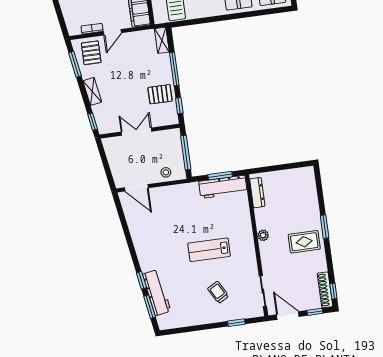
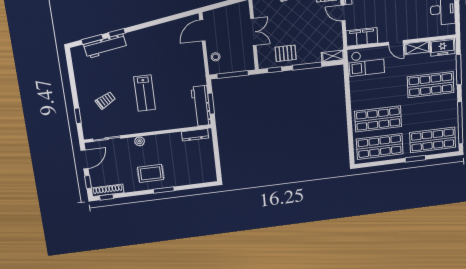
pallet: (160, 94) -> (286, 53), turned 90
plant: (263, 235) -> (140, 141), moved
rug: (304, 242) -> (151, 173), turned 90
lab bench: (209, 250) -> (145, 93), turned 180

